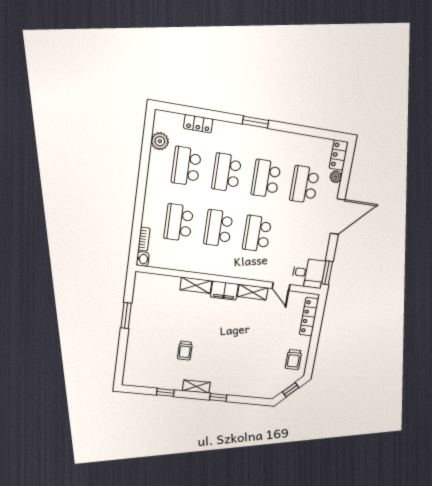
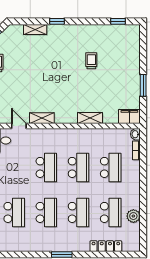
locker: (198, 124) -> (106, 246), width x1.53
plant: (160, 141) -> (133, 216), moved
filing cabinet: (224, 291) -> (129, 116), moved
shelving: (196, 386) -> (35, 30), moved
window: (165, 392) -> (118, 21), moved

